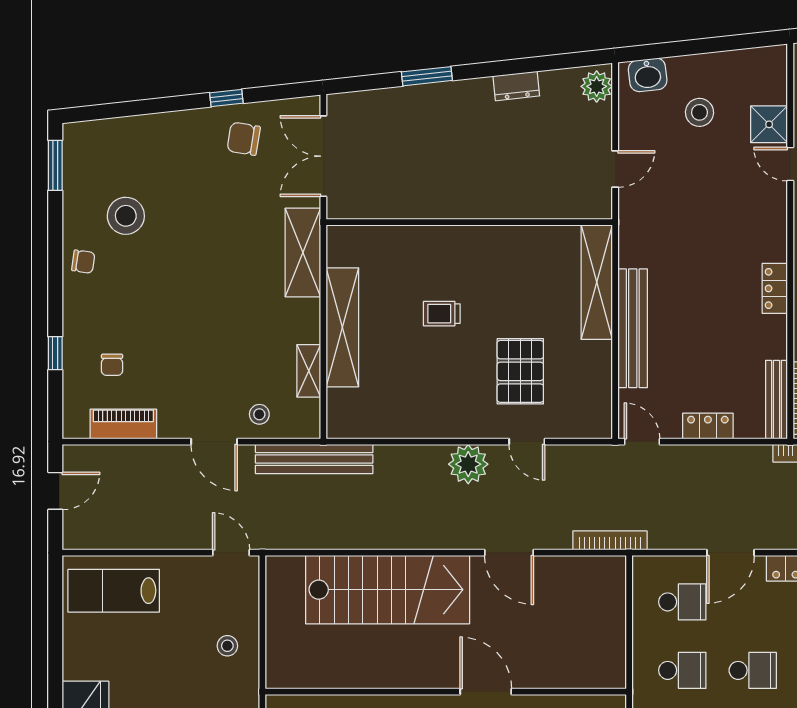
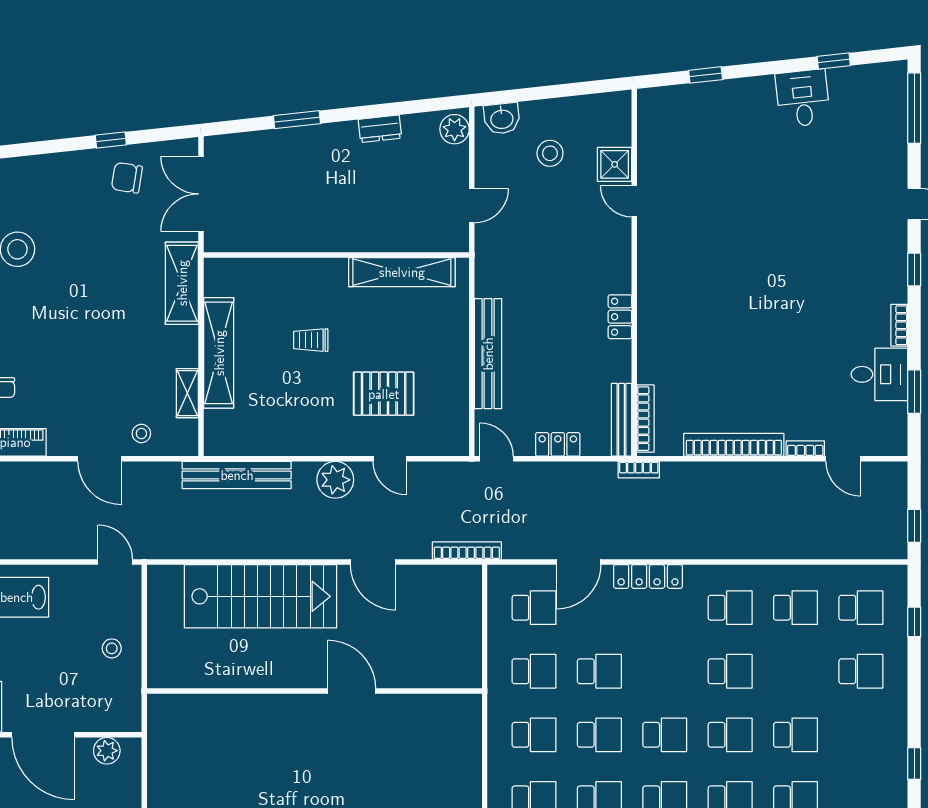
shelving: (597, 282) -> (402, 272), moved, turned 90
pallet: (520, 371) -> (384, 394), turned 90
bench: (314, 459) -> (237, 475), moved

